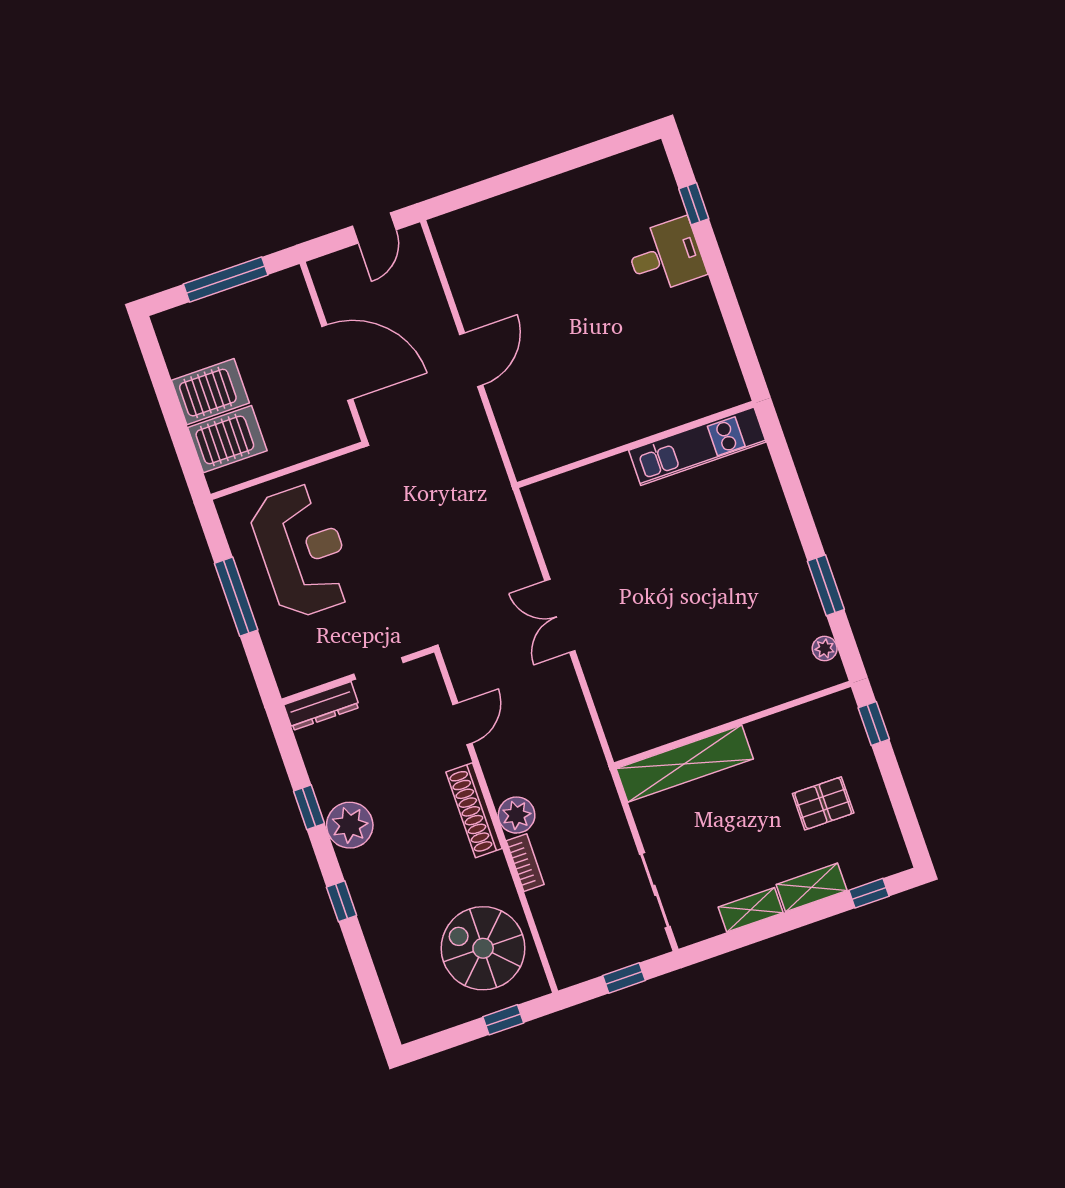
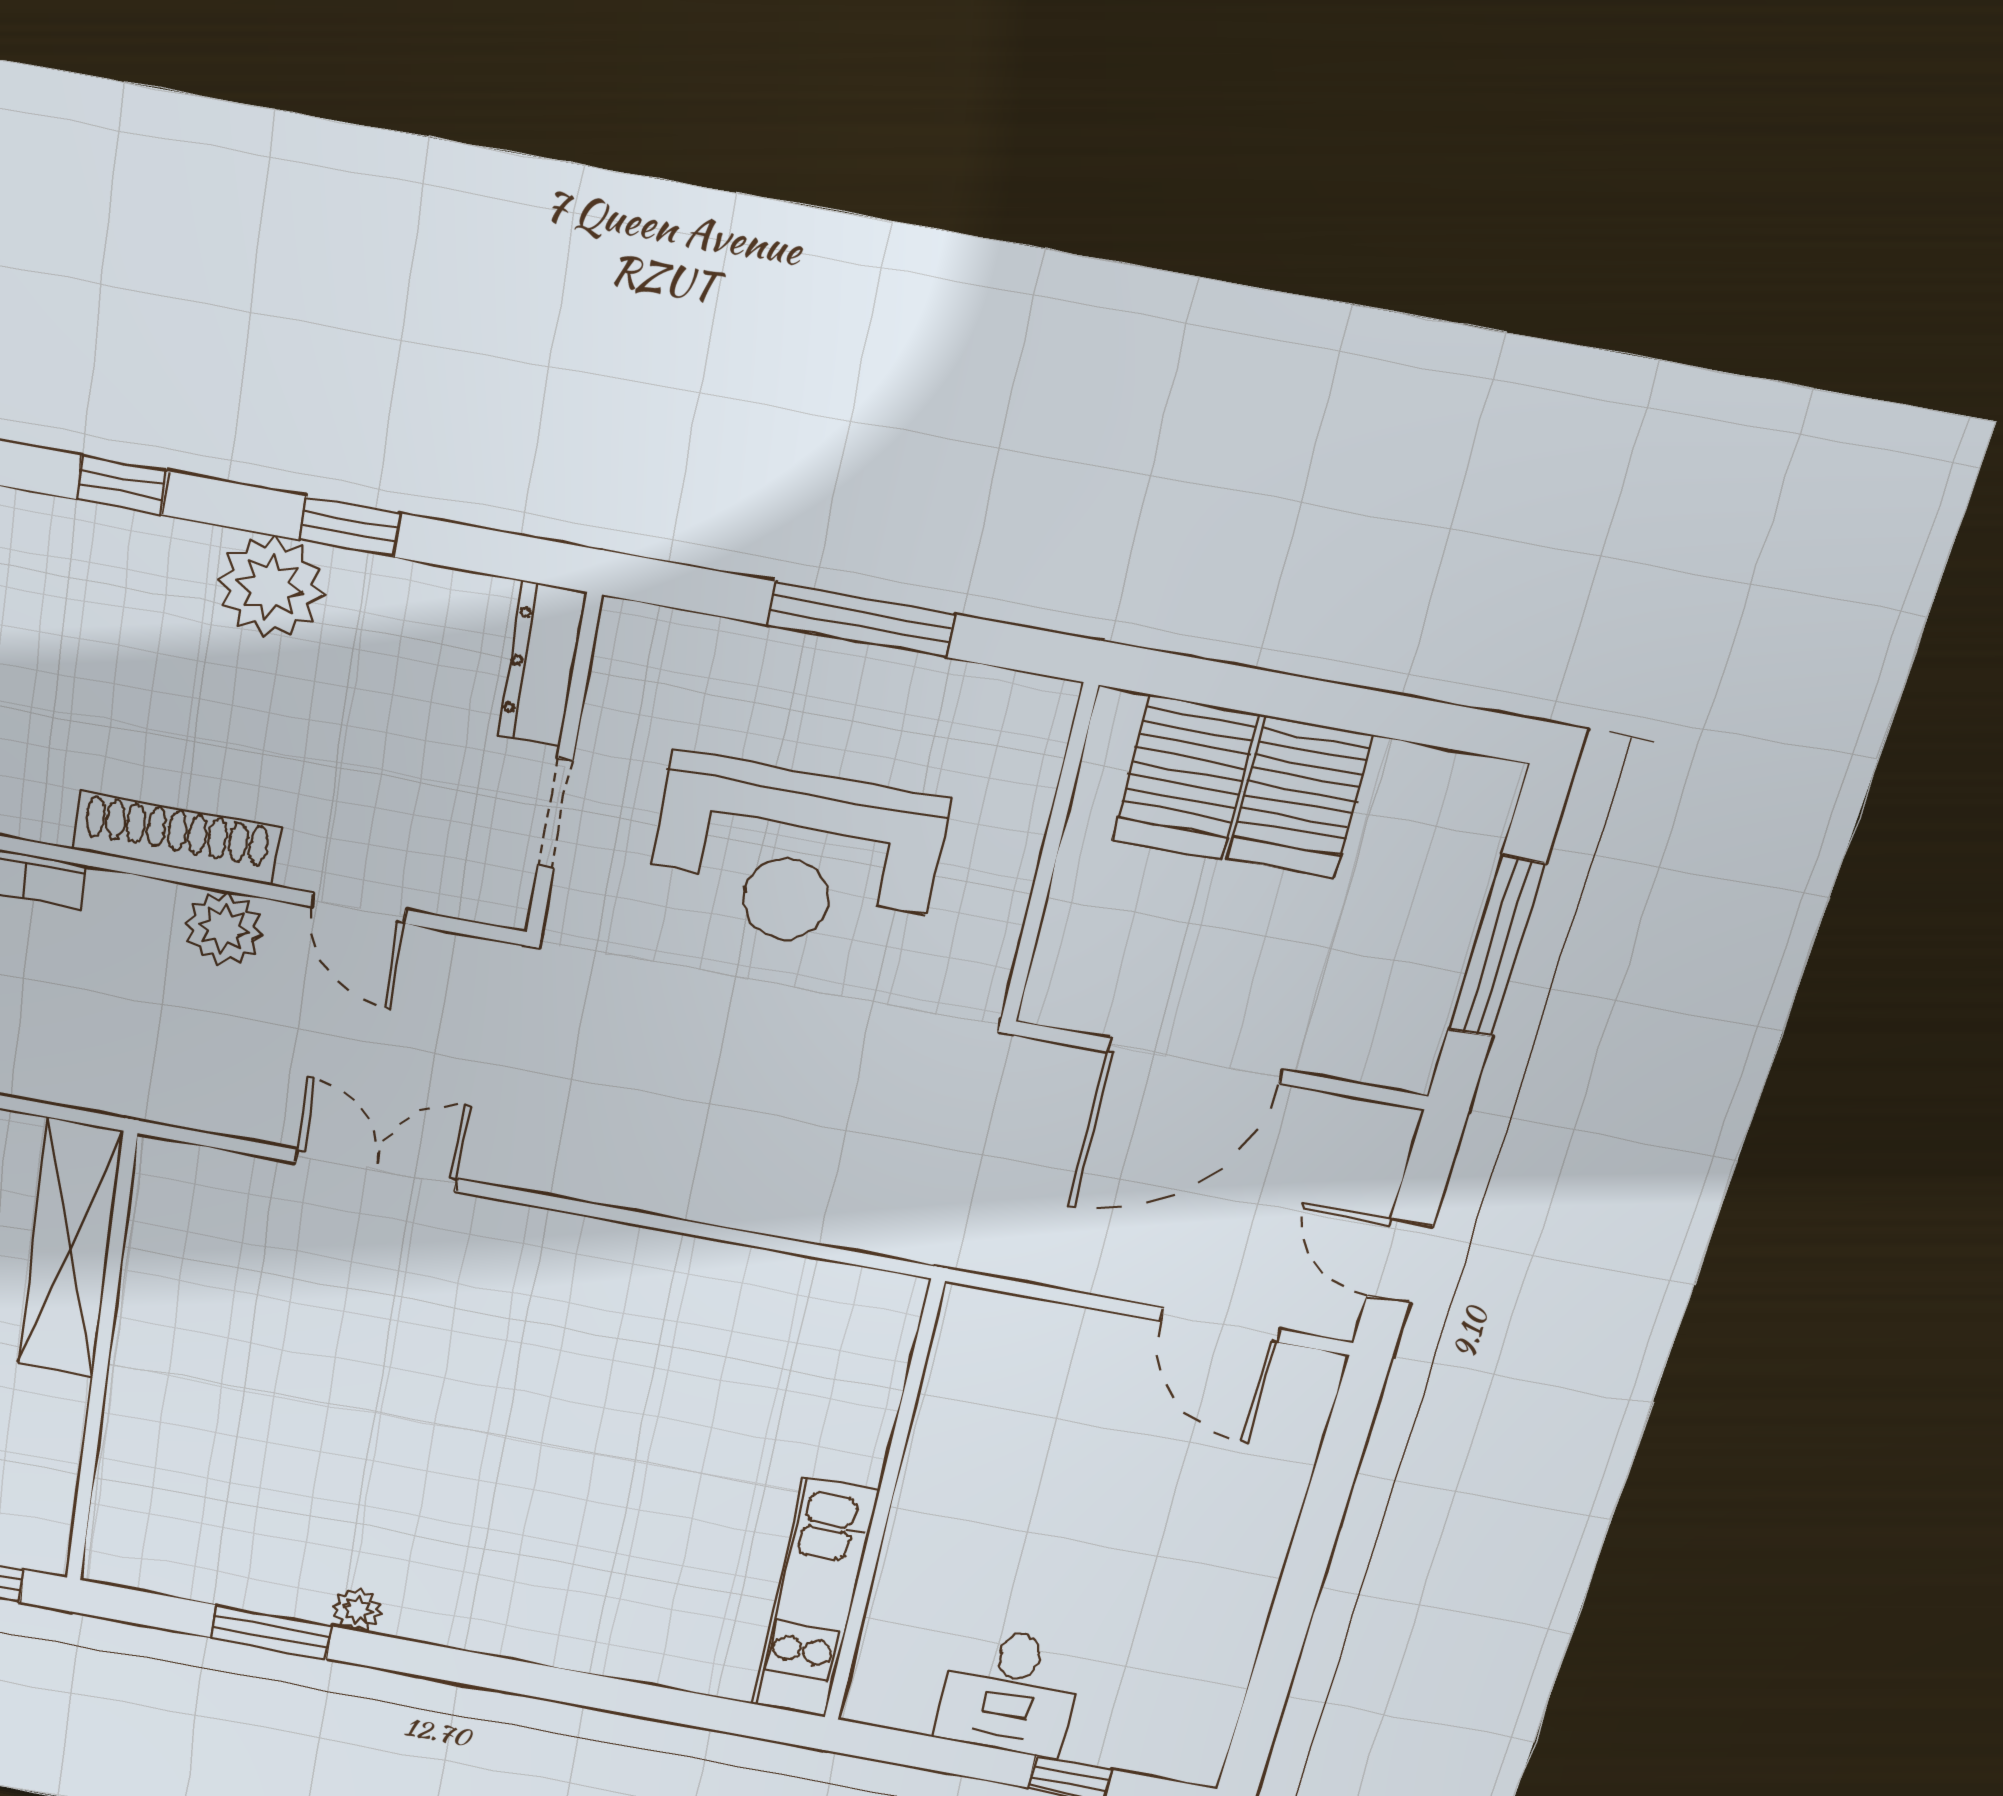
door: (471, 360) -> (1221, 1325), moved
wall: (635, 444) -> (883, 1506), moved
kitchen unit: (697, 446) -> (814, 1599), moved
reception desk: (302, 551) -> (795, 857), moved
double door: (560, 616) -> (376, 1171), moved
plant: (825, 649) -> (357, 1610), moved
plant: (517, 815) -> (224, 928), moved

